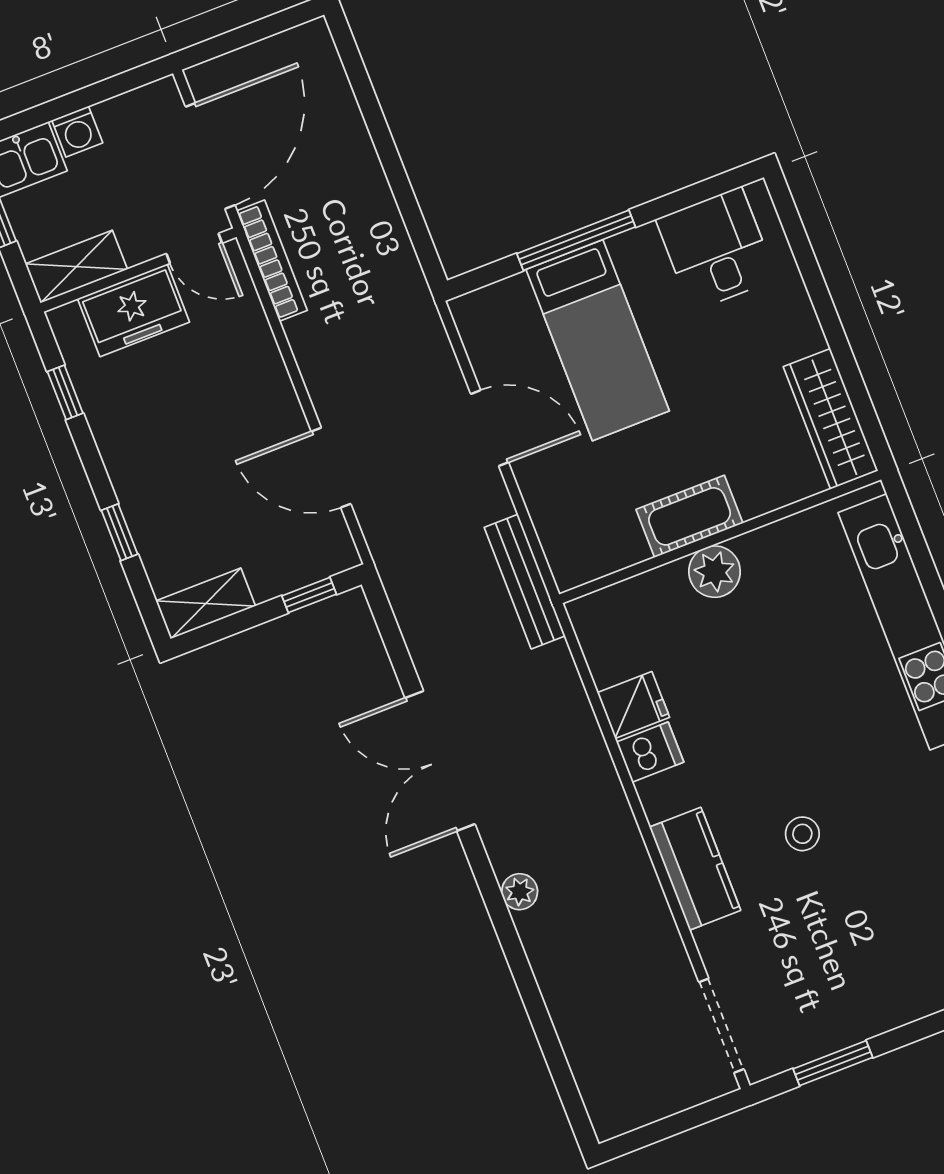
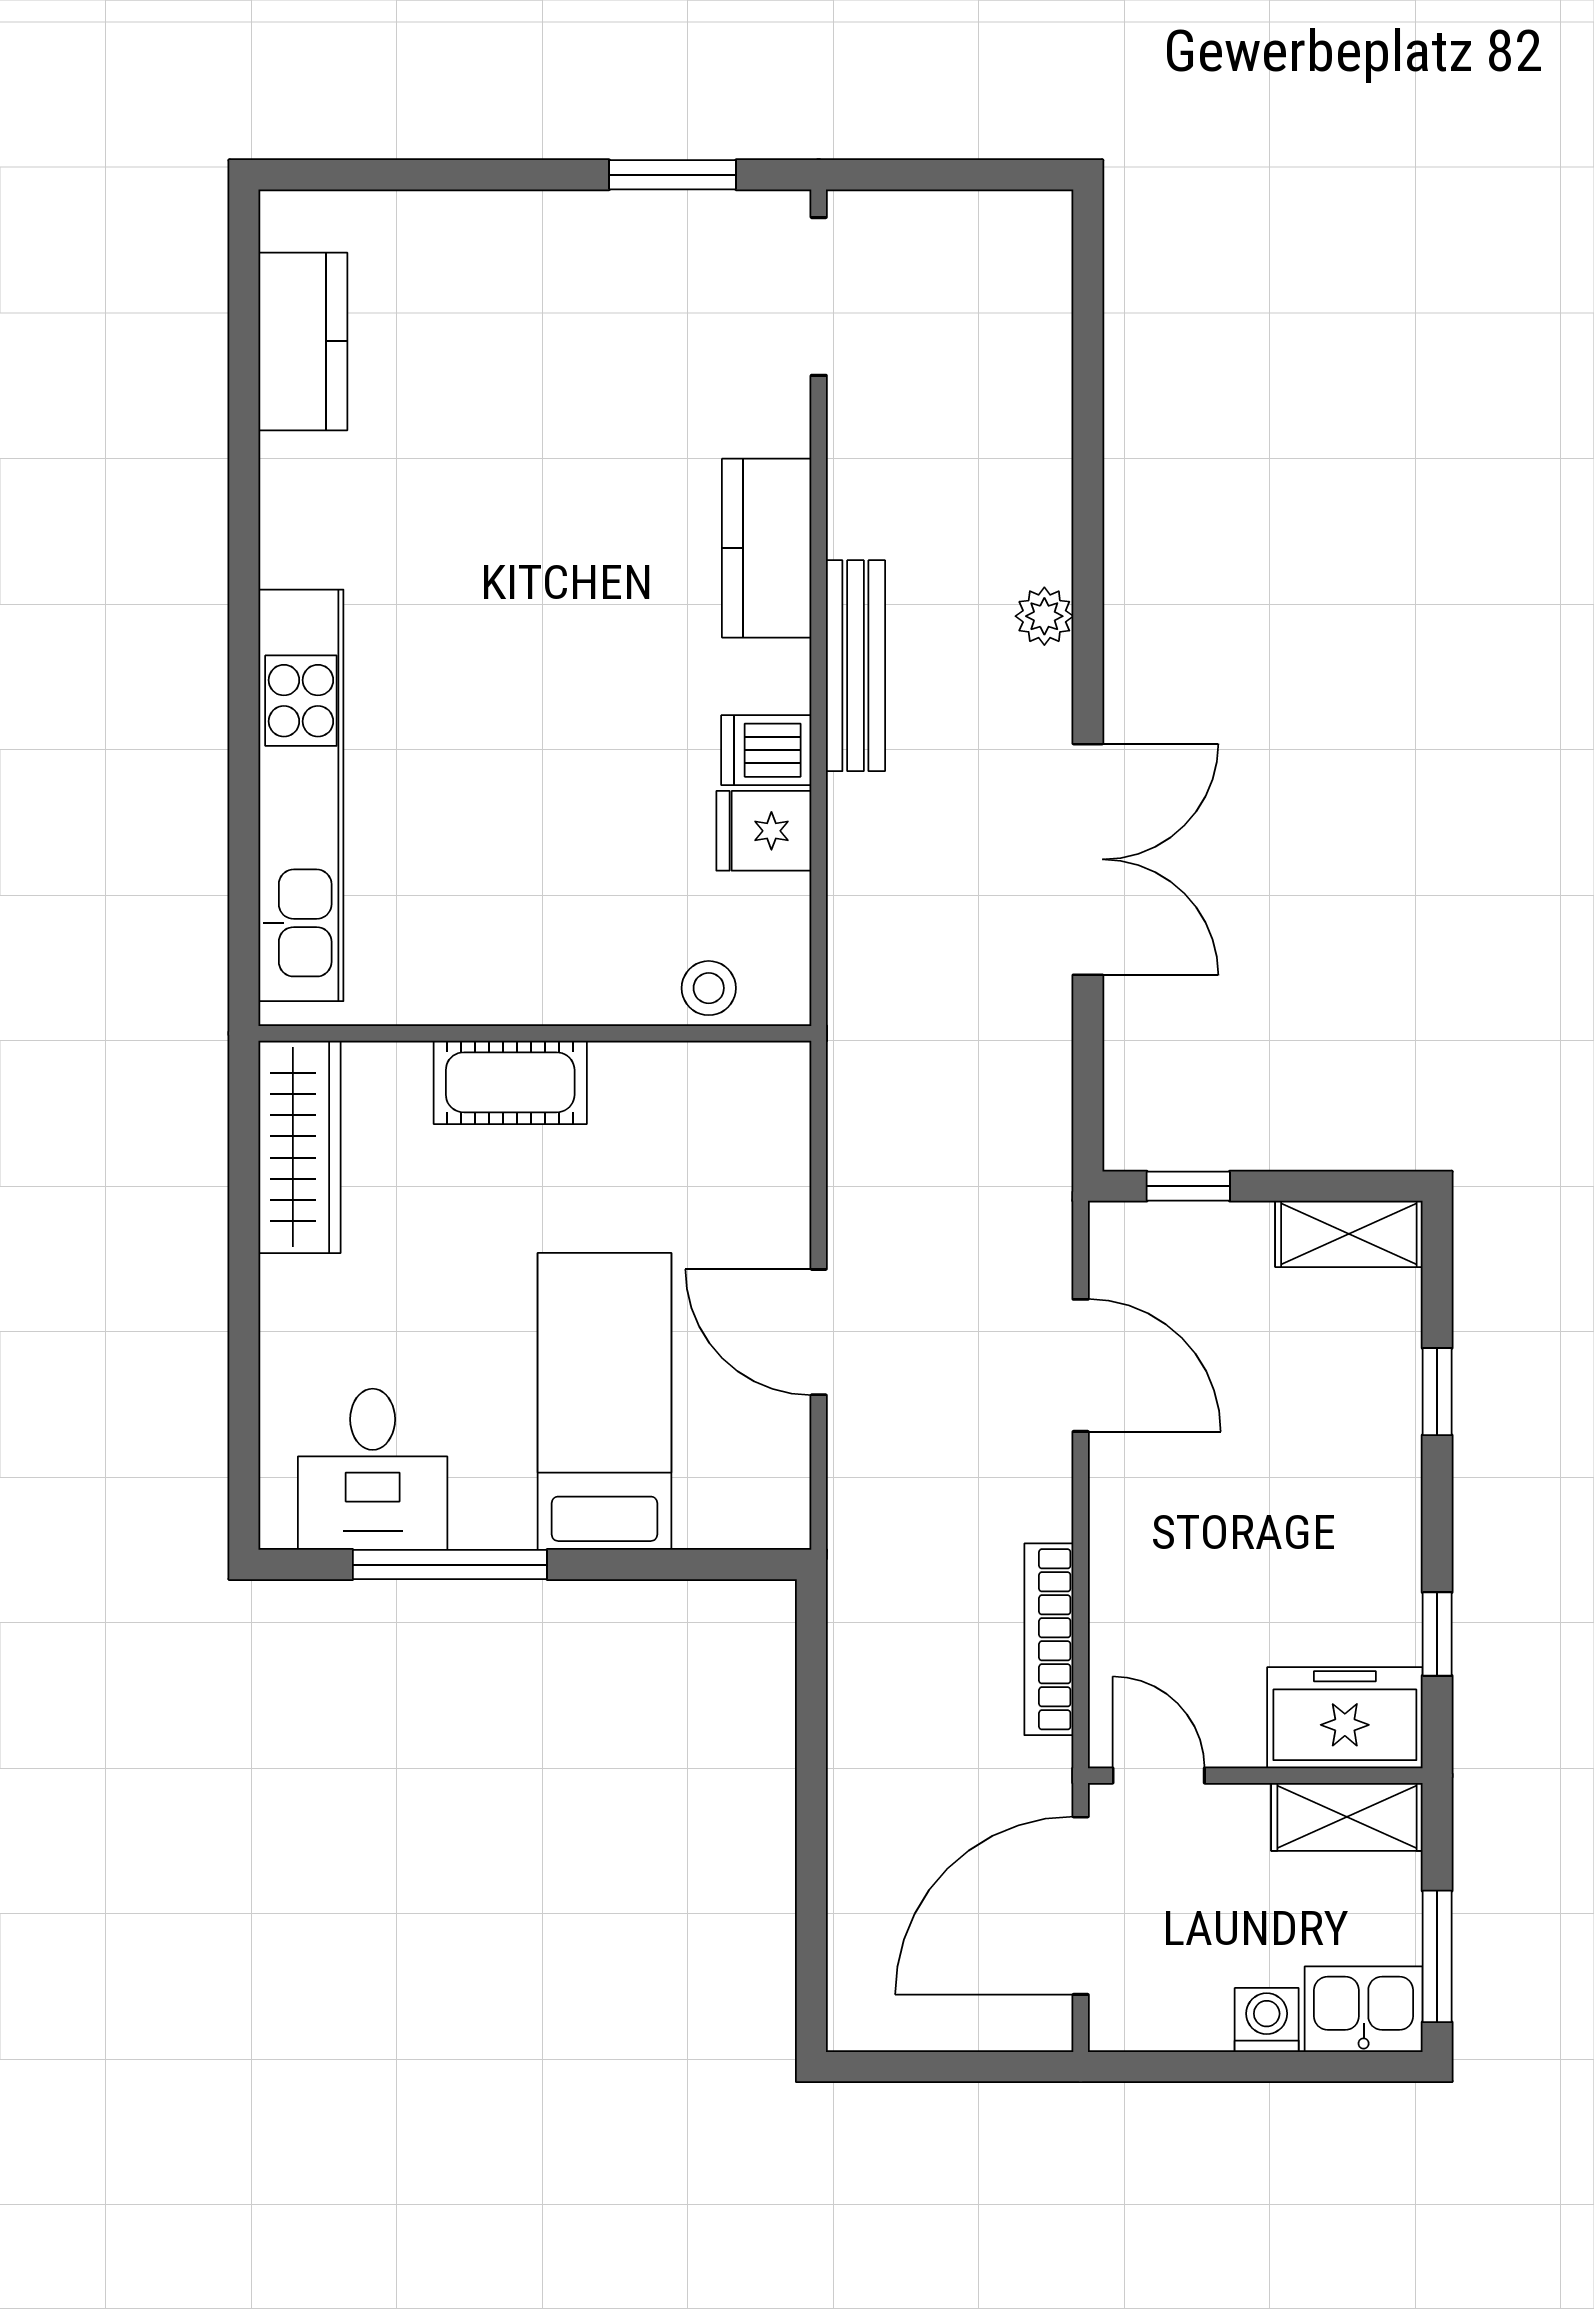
window: (576, 240) -> (450, 1565), moved
bookcase: (272, 261) -> (1049, 1639), moved
freezer: (134, 310) -> (1345, 1718), moved
cot: (690, 516) -> (510, 1082), moved
plant: (715, 572) -> (564, 984), removed
bench: (525, 582) -> (855, 666), moved
stool: (802, 834) -> (709, 988), moved

